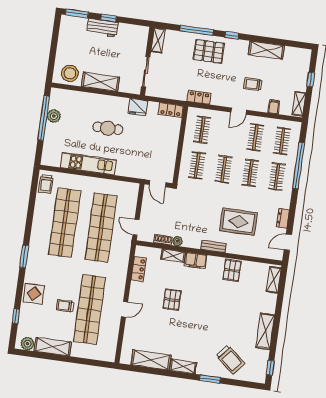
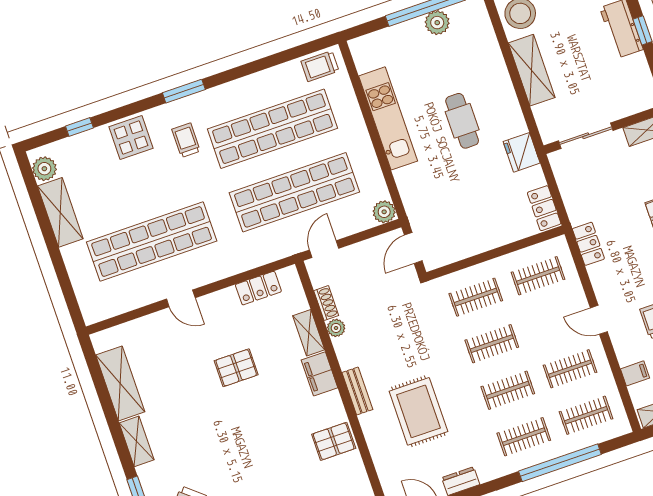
plant: (133, 189) -> (384, 212), added
trolley: (65, 306) -> (186, 140), moved

